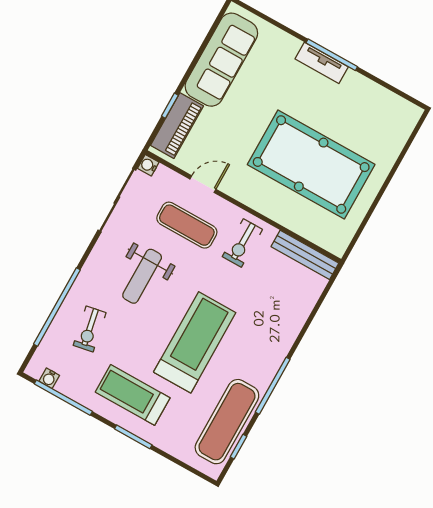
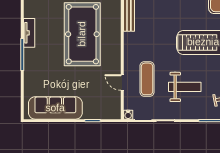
tv unit: (322, 63) -> (29, 33), moved
piano: (177, 126) -> (100, 112), removed
exercise bike: (242, 243) -> (140, 46), removed

